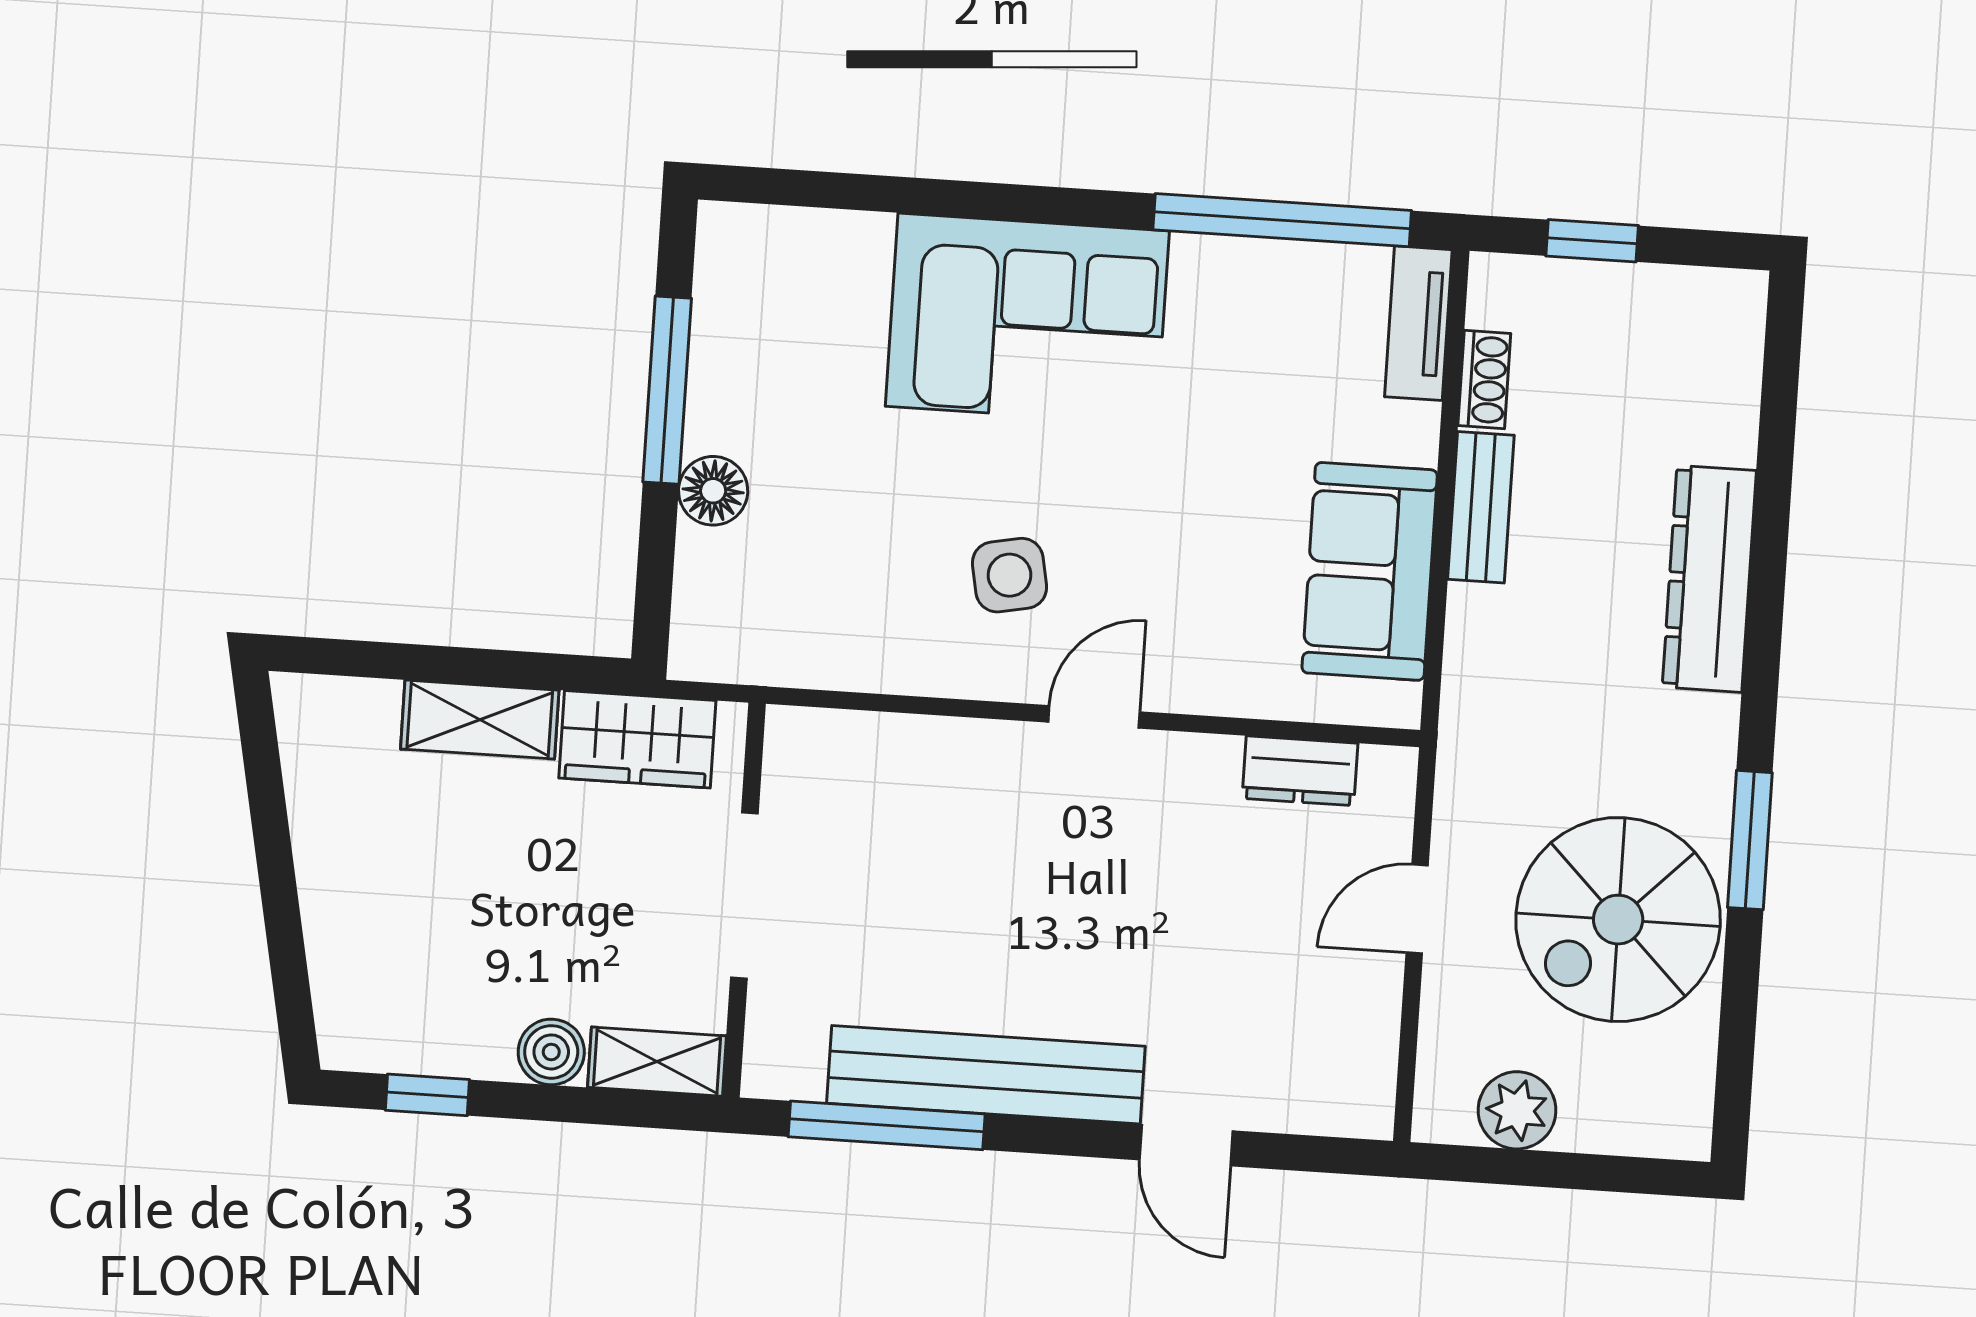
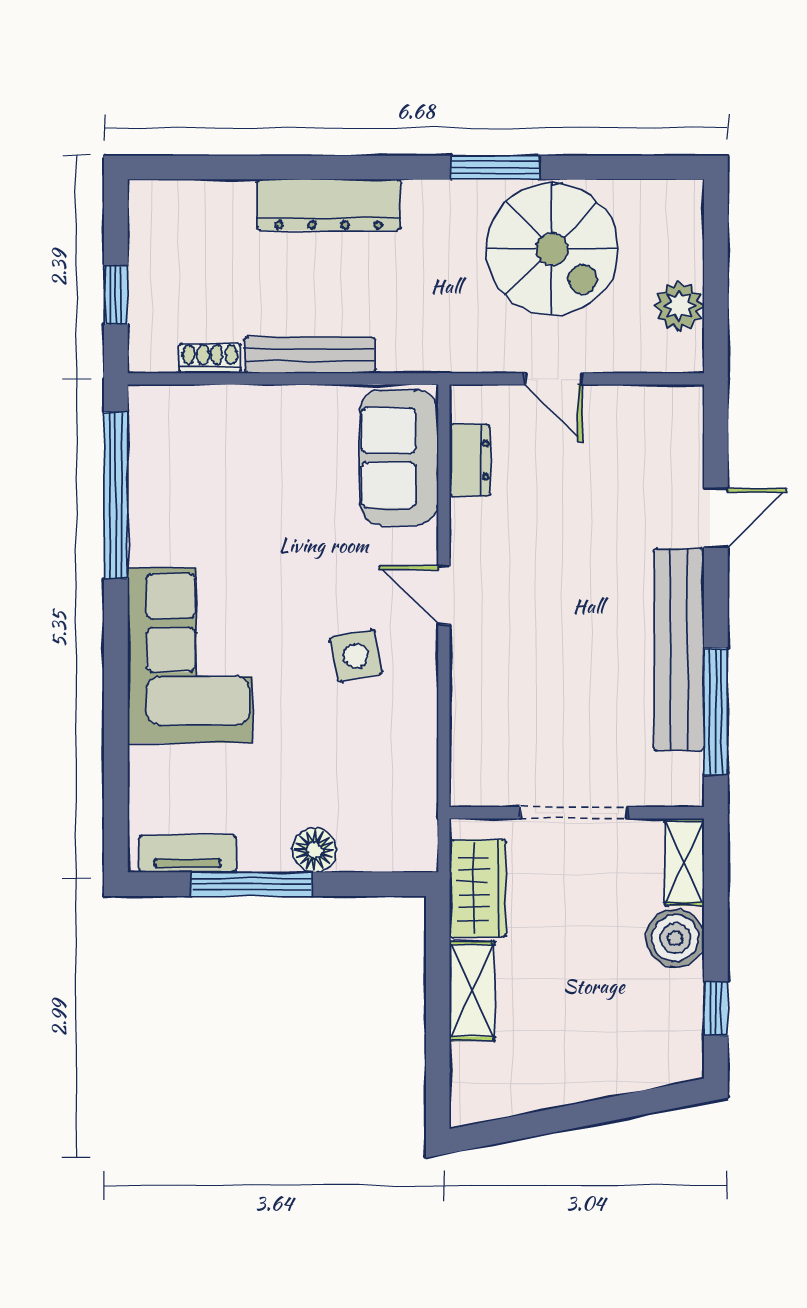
tv unit: (1418, 323) -> (187, 854), moved, turned 180
bench: (1481, 507) -> (310, 355), width x1.36
sofa: (1370, 571) -> (399, 458), moved, turned 90
boiler: (551, 1052) -> (675, 938), width x1.36, depth x1.36

